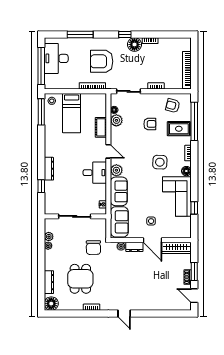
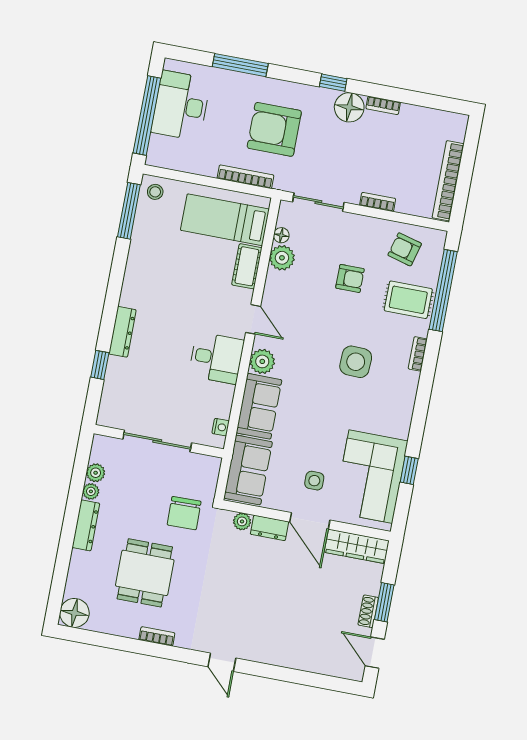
bed: (72, 113) -> (225, 220), moved, turned 90
floor lamp: (186, 171) -> (407, 391), removed
corner sofa: (177, 197) -> (371, 477), moved
dresser: (49, 282) -> (86, 525), moved

